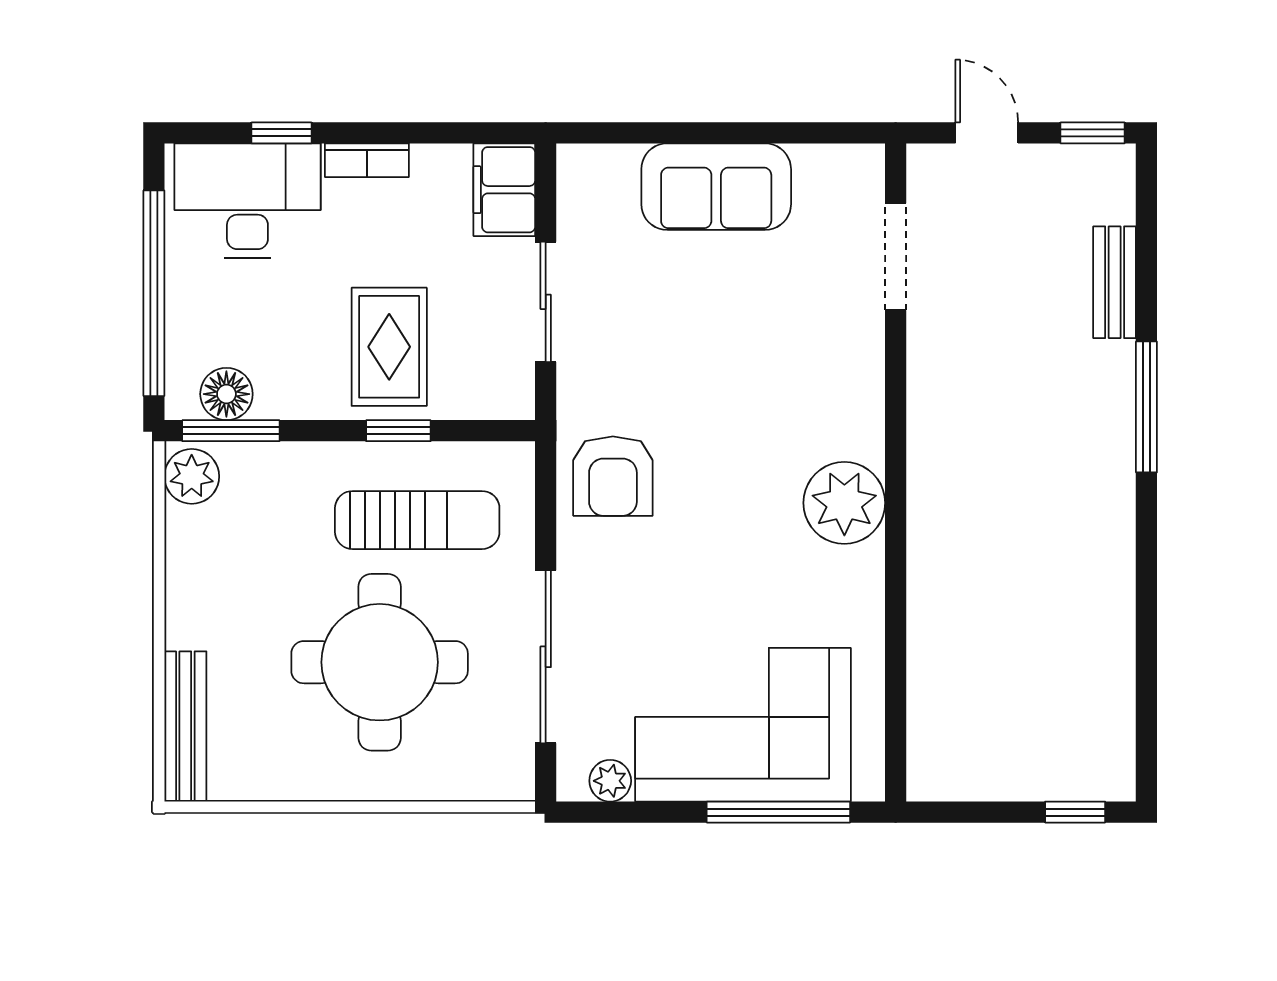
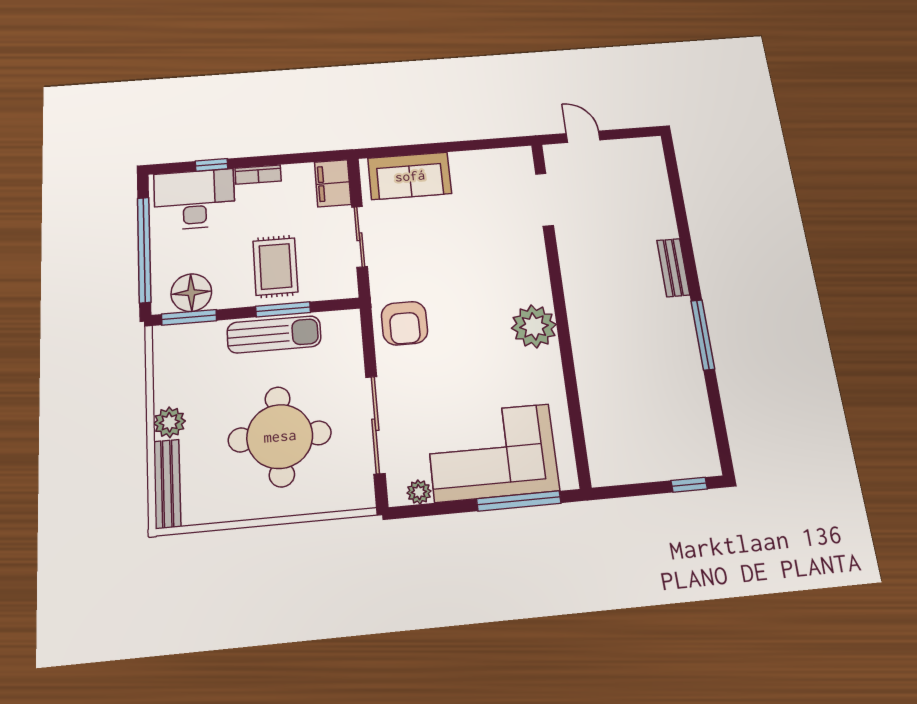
window: (1093, 133) -> (638, 133), removed
sofa: (716, 187) -> (410, 176), moved
bench: (1115, 282) -> (673, 268), moved
floor lamp: (226, 394) -> (191, 293), width x1.38, depth x1.38
window: (1146, 407) -> (703, 335), moved
window: (398, 431) -> (283, 309), width x1.50
plant: (192, 476) -> (169, 422), moved
sun lounger: (417, 520) -> (274, 334), moved

